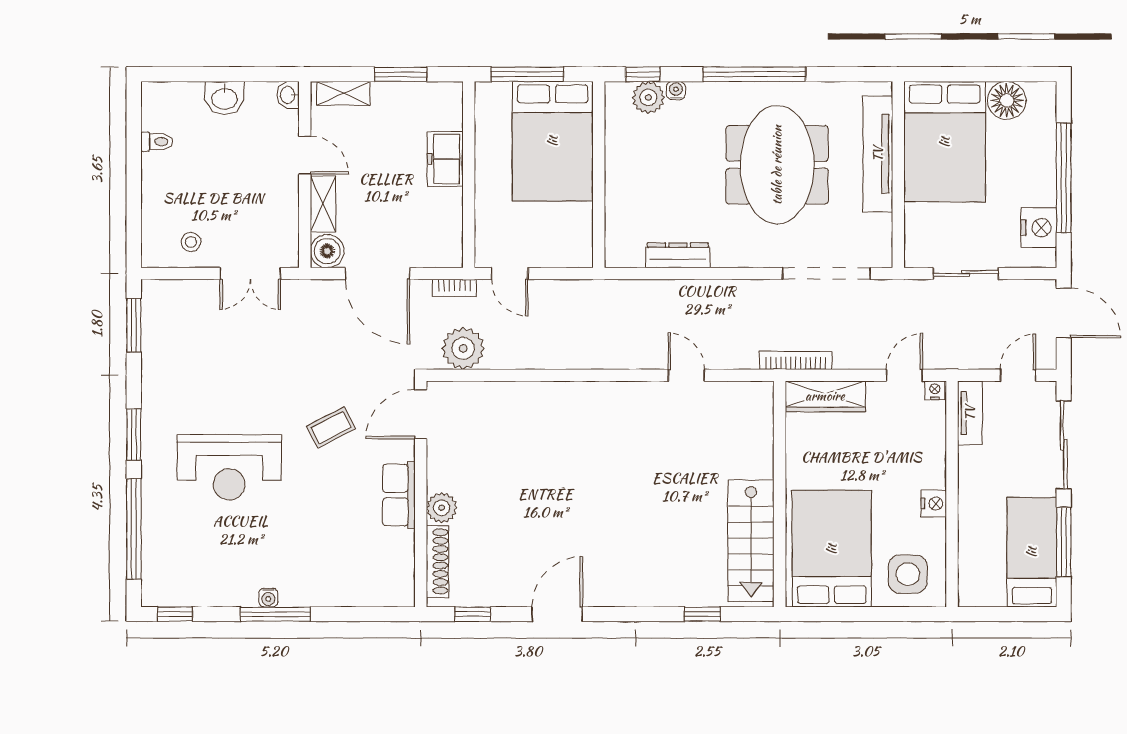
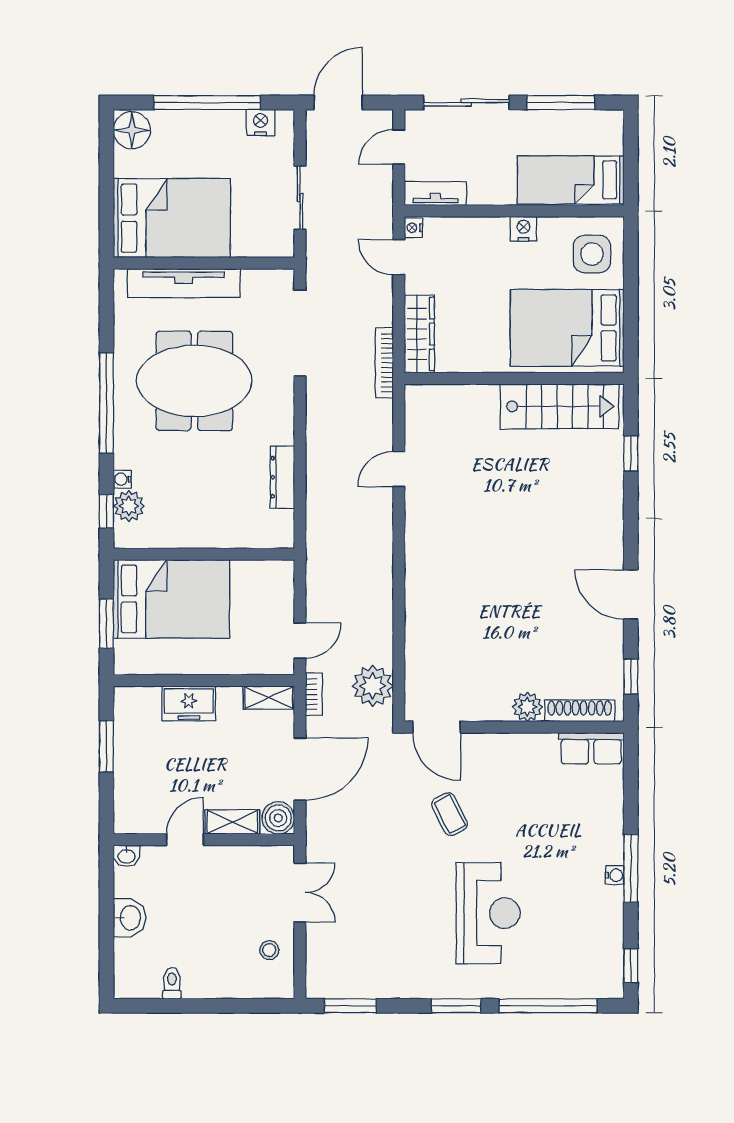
window: (527, 74) -> (106, 624), width x0.69
shelving: (343, 93) -> (269, 698), moved, turned 90
floor lamp: (1007, 101) -> (132, 130), moved
nightstand: (1039, 228) -> (260, 123), width x0.74, depth x0.75
door: (1018, 375) -> (399, 147), hinge flipped
row of seats: (399, 495) -> (591, 748), moved
bed: (1032, 552) -> (571, 180), moved

